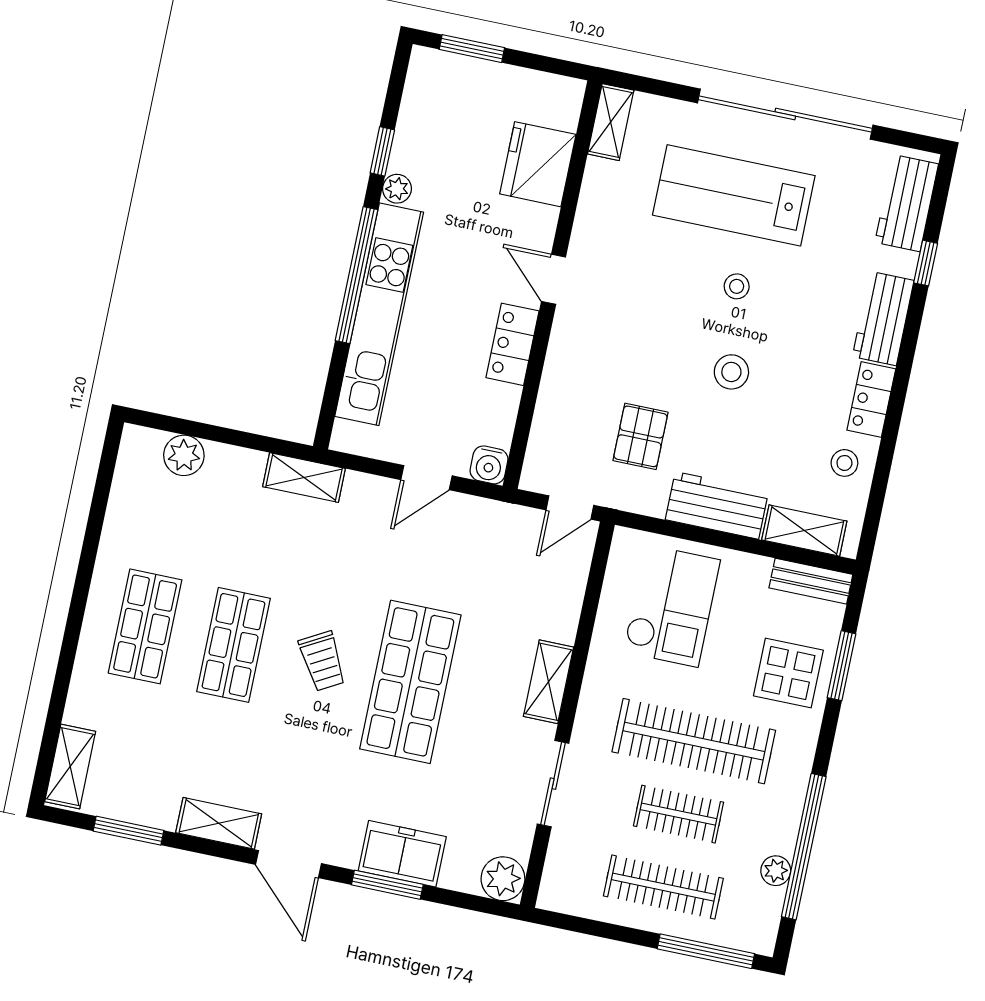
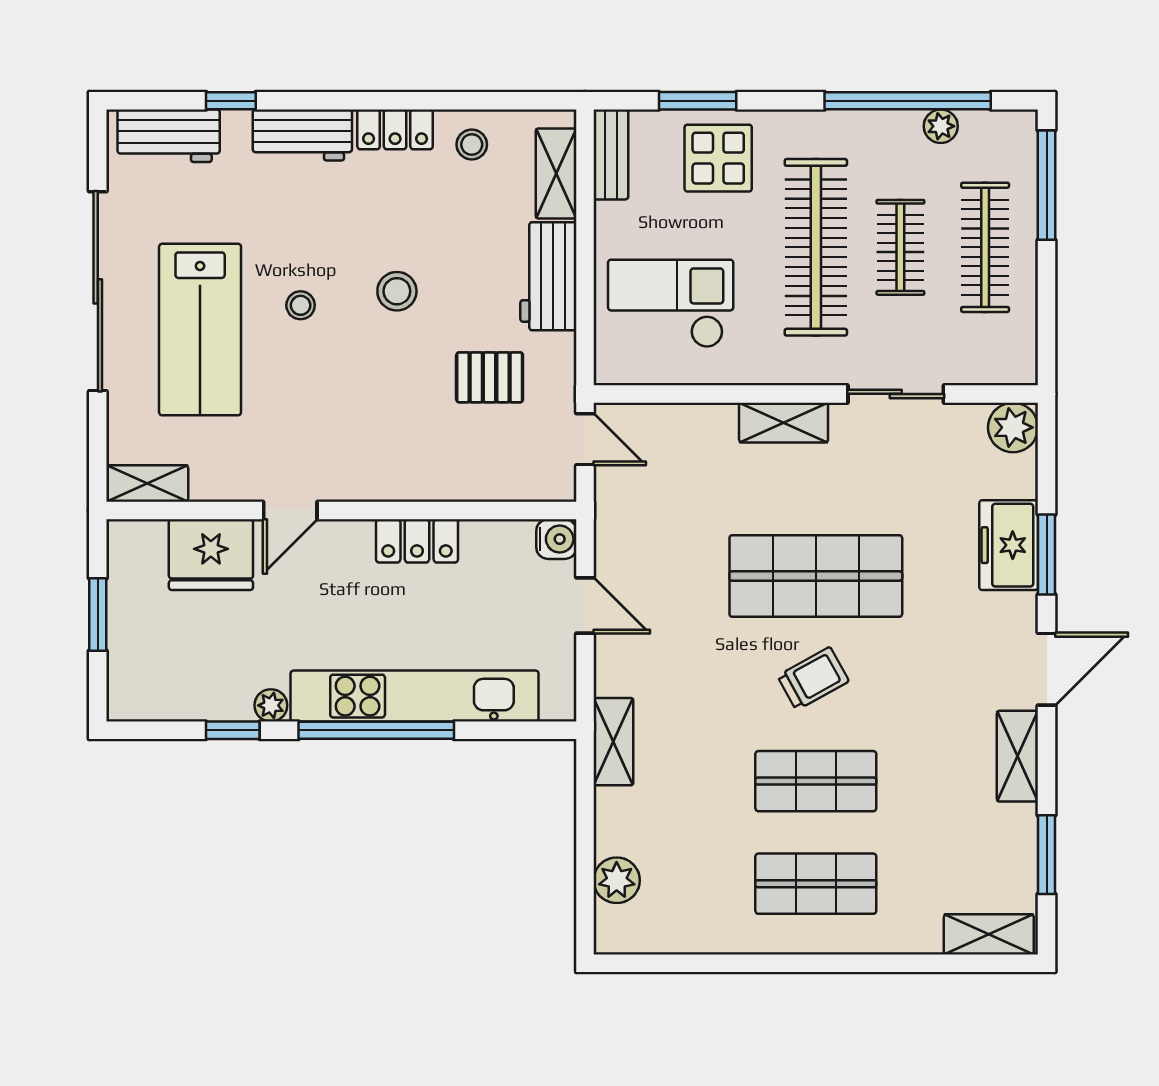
window: (472, 49) -> (98, 615), moved
door: (554, 279) -> (290, 510), moved

